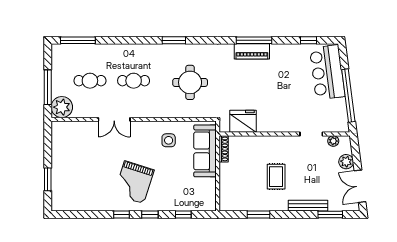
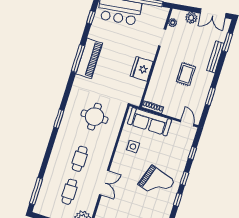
piano: (252, 51) -> (89, 58), width x1.37, depth x1.33
fridge: (243, 121) -> (142, 69), moved
rug: (276, 177) -> (186, 74), turned 90
door: (218, 197) -> (187, 123), added

